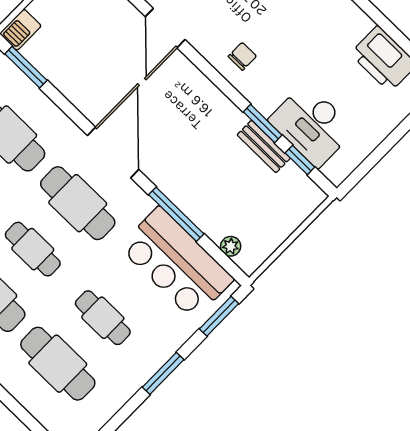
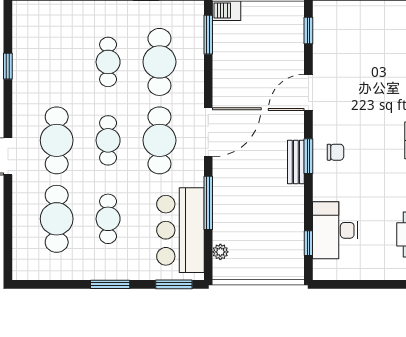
window: (263, 124) -> (308, 156), moved
bench: (264, 146) -> (296, 162), moved

